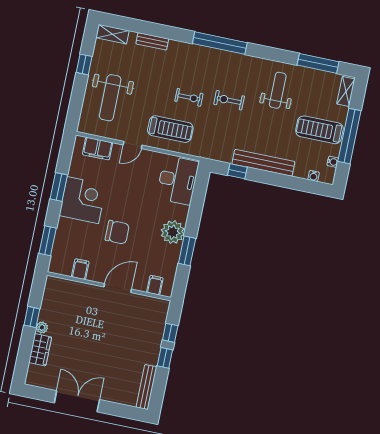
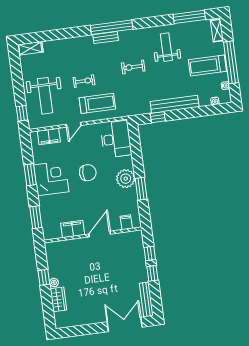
bench: (152, 41) -> (106, 38), moved
window: (84, 64) -> (22, 113), moved
exercise bike: (189, 97) -> (84, 81), moved
chair: (117, 232) -> (88, 173), moved
filing cabinet: (80, 269) -> (73, 229), width x2.00
double door: (77, 401) -> (125, 324), moved

